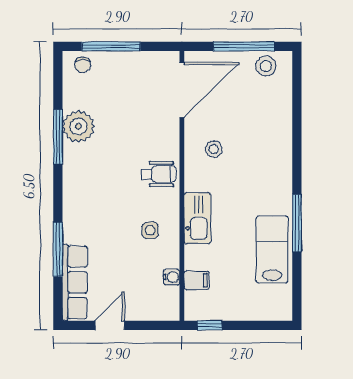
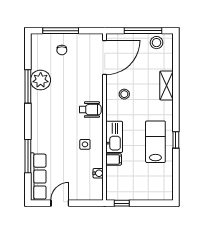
chair: (83, 65) -> (62, 50), moved
shelving: (282, 135) -> (166, 86), added
window: (297, 223) -> (176, 140), width x0.46
lab bench: (272, 250) -> (155, 142), moved
filing cabinet: (197, 280) -> (114, 159), moved

